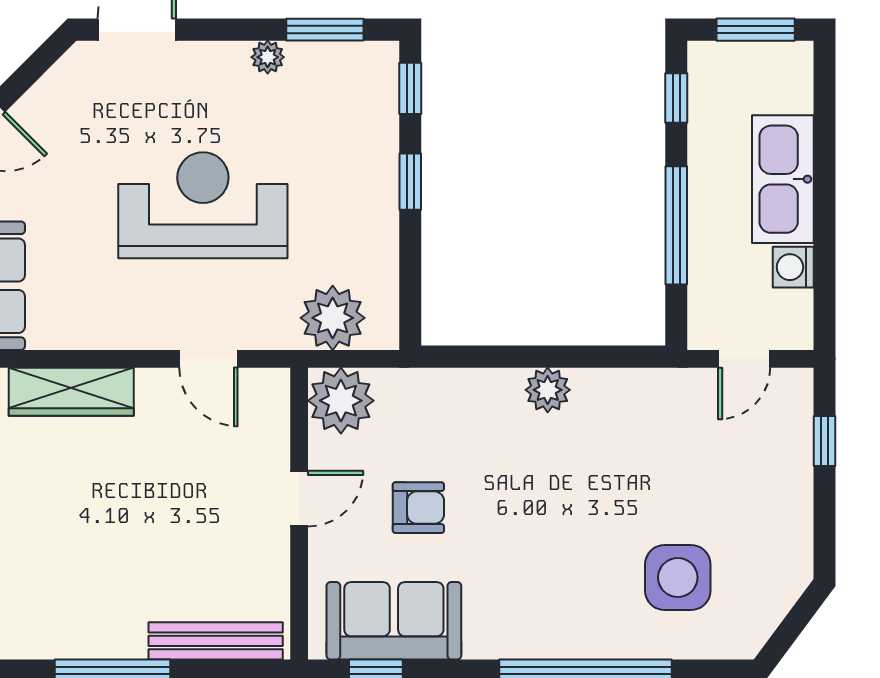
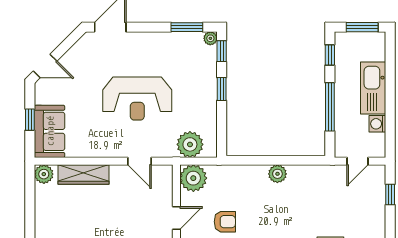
plant: (268, 57) -> (210, 38), moved
reception desk: (203, 205) -> (137, 99), turned 180

